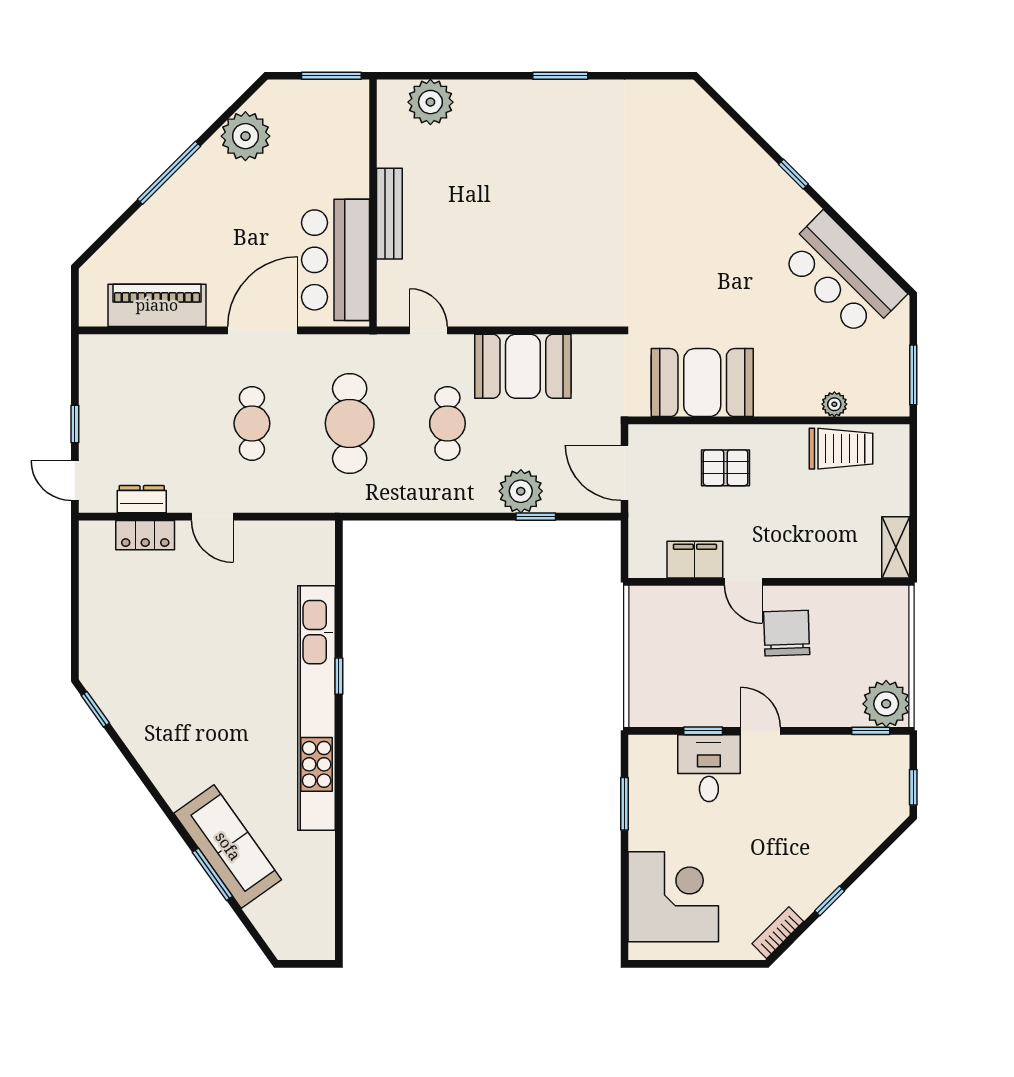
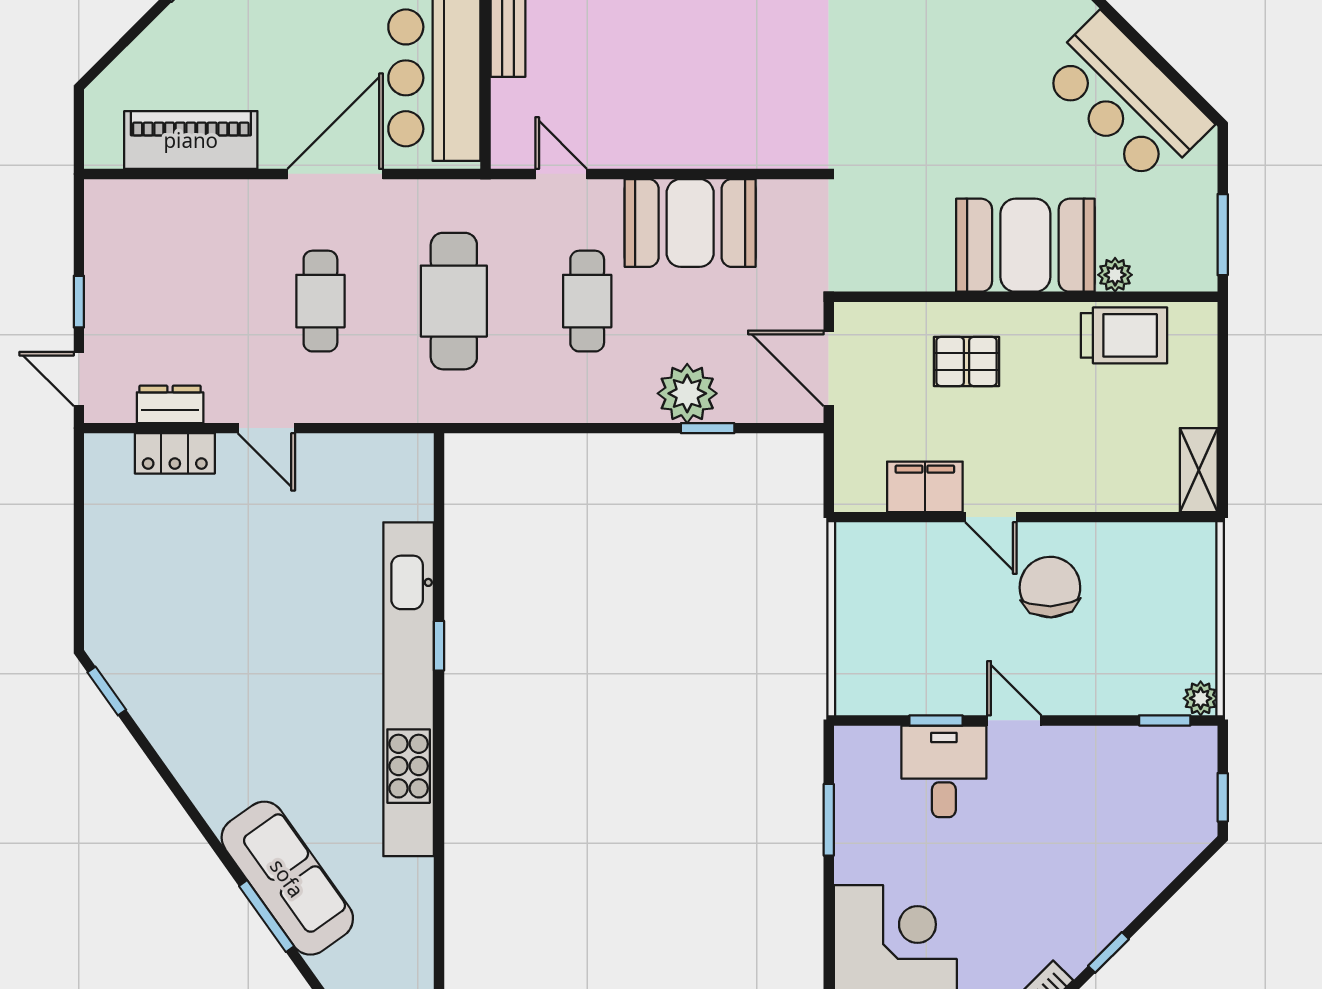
booth: (702, 383) -> (1025, 245), moved
plant: (886, 704) -> (1201, 698), width x0.53, depth x0.53

